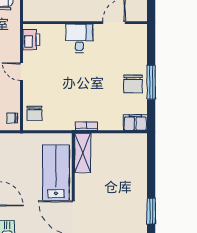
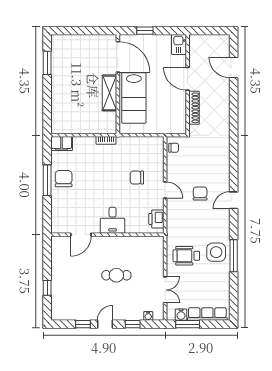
chair: (34, 113) -> (137, 178), moved, turned -90
shelving: (83, 153) -> (110, 93), moved

